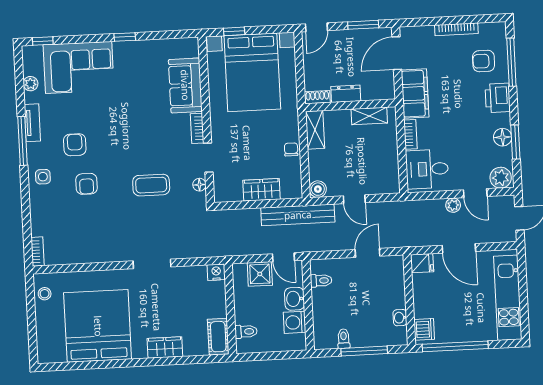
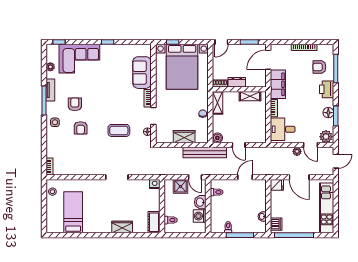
bed: (98, 326) -> (73, 212), width x0.49

